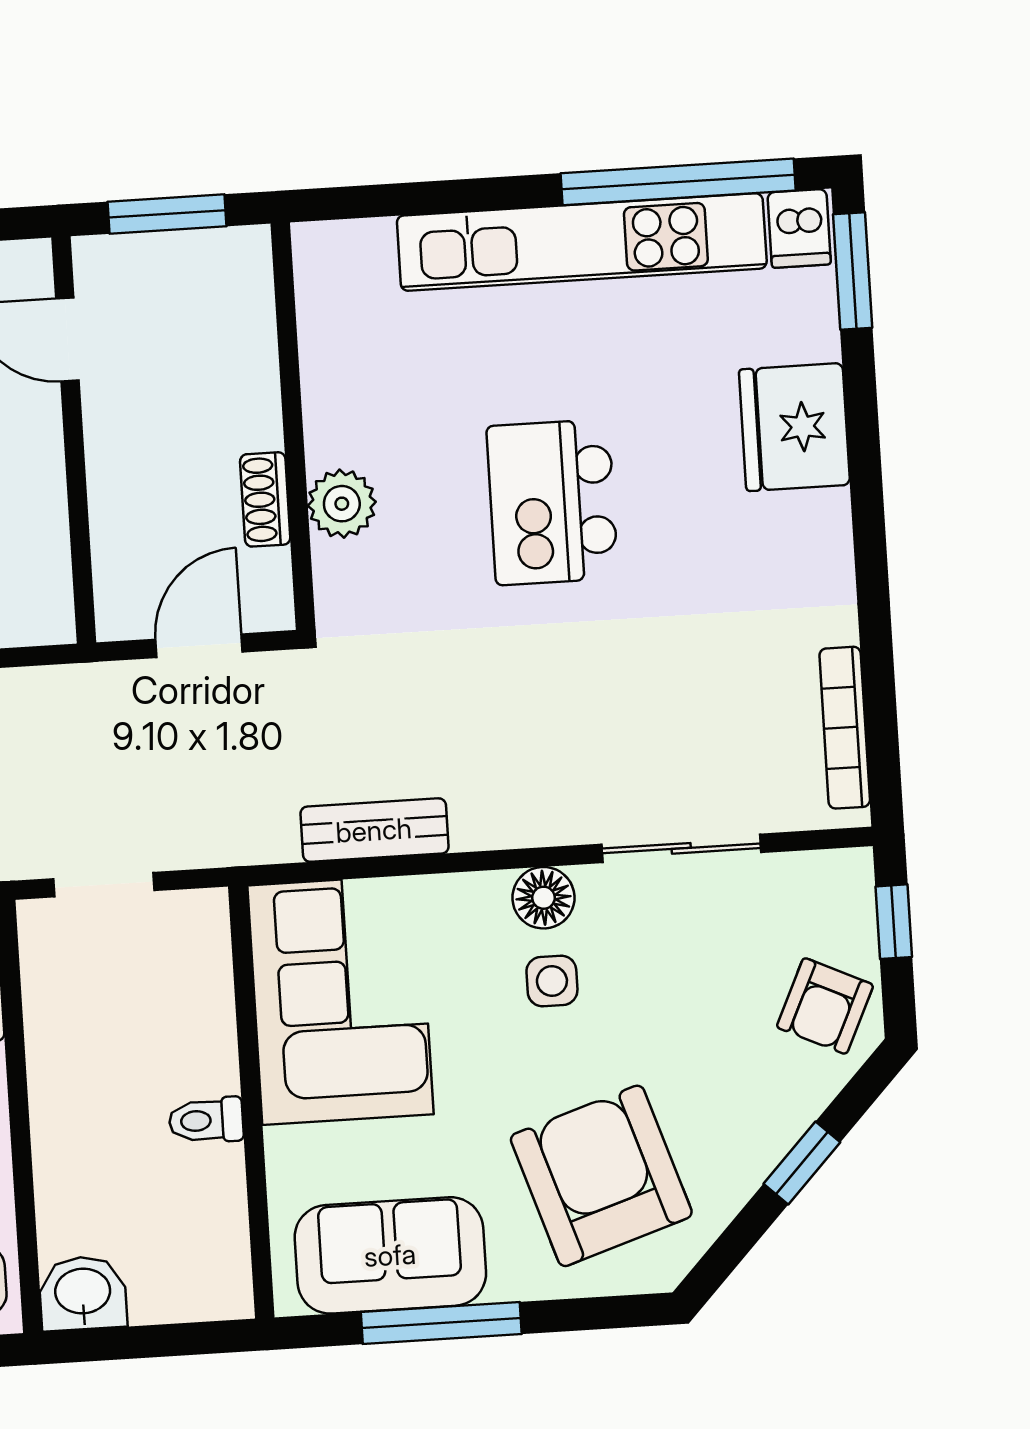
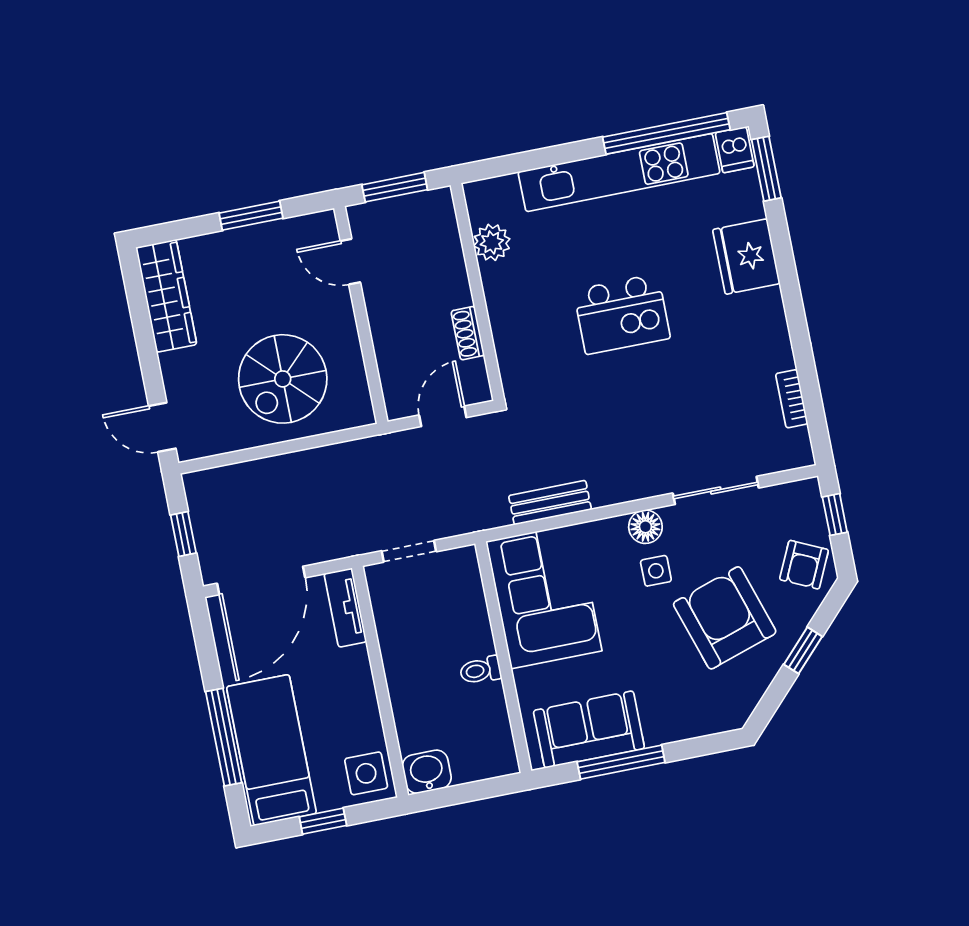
kitchen island: (552, 502) -> (622, 314), turned -90
plant: (342, 504) -> (492, 242), moved
bookcase: (845, 728) -> (792, 399), width x0.64
armchair: (601, 1176) -> (725, 618), moved

